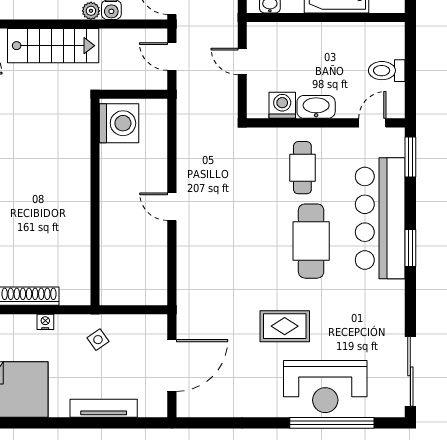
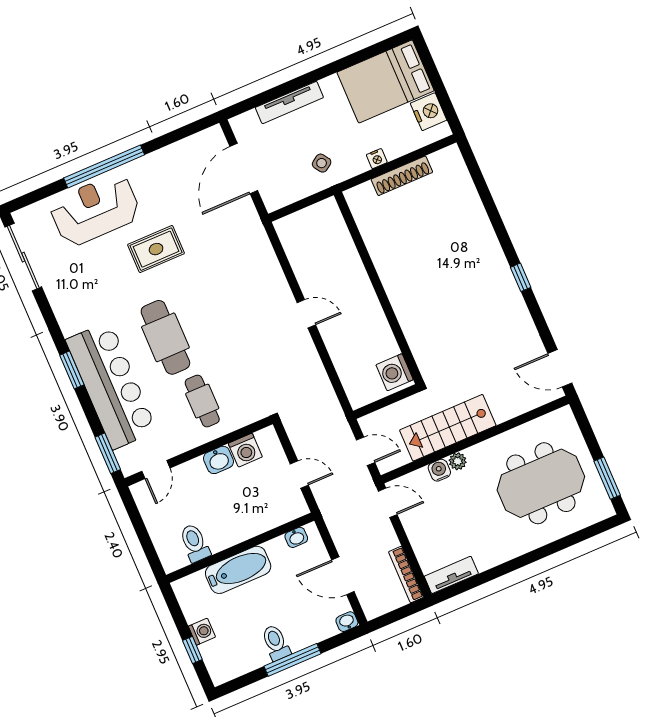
stairs: (53, 46) -> (448, 428), moved
toilet: (387, 71) -> (195, 543), moved, turned -90
washbasin: (316, 107) -> (219, 460), width x0.72
washing machine: (119, 123) -> (395, 372), width x0.73, depth x0.73
window: (332, 423) -> (104, 166), moved

